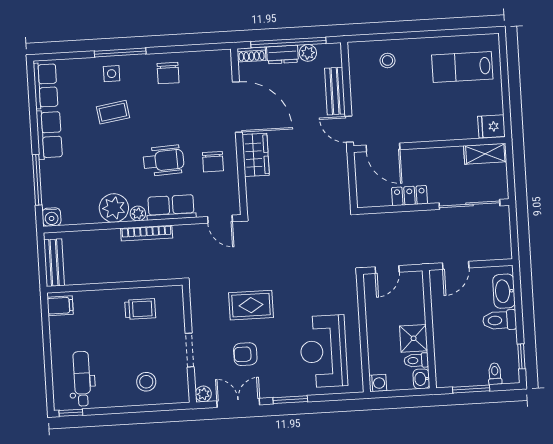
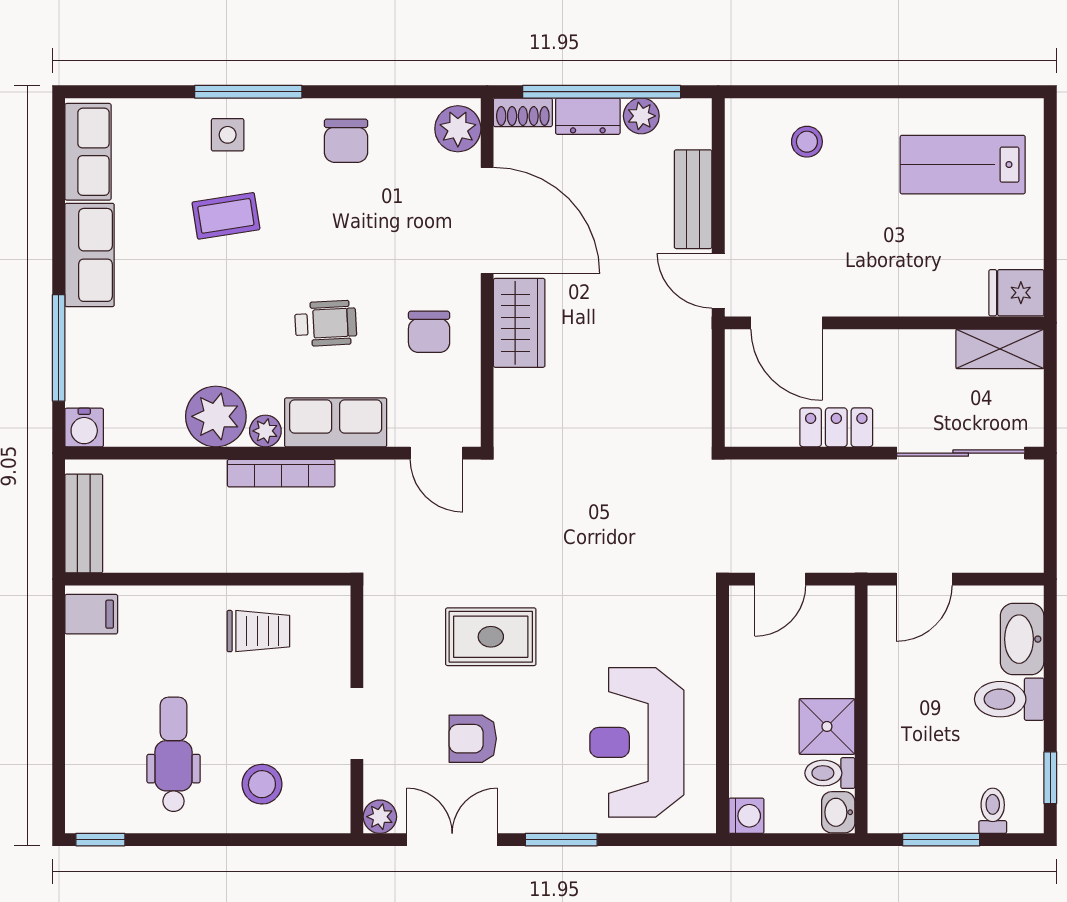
plant: (221, 64) -> (458, 129), added
wheelchair: (164, 161) -> (326, 323), width x0.73, depth x0.73
dental chair: (82, 379) -> (174, 754), moved

